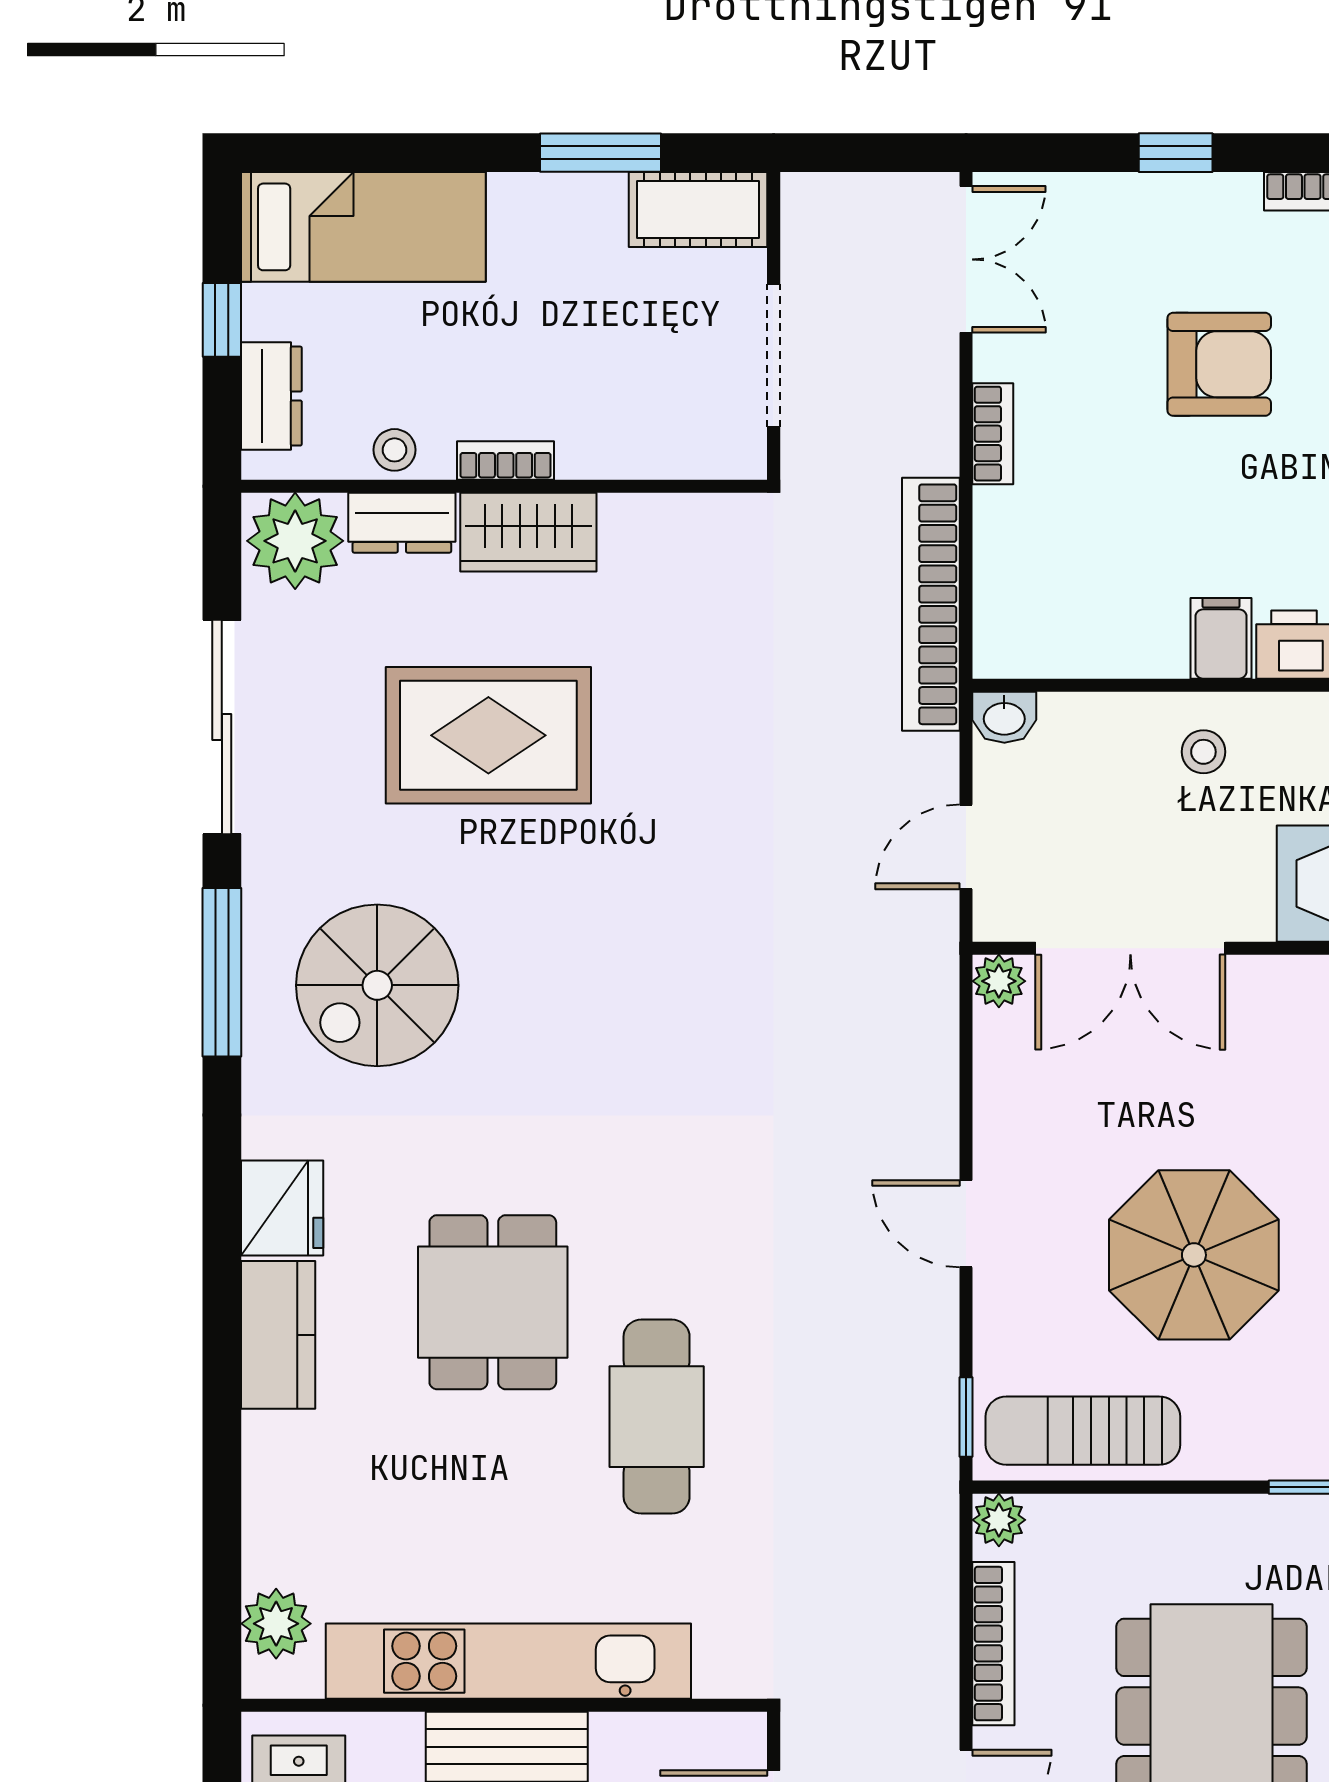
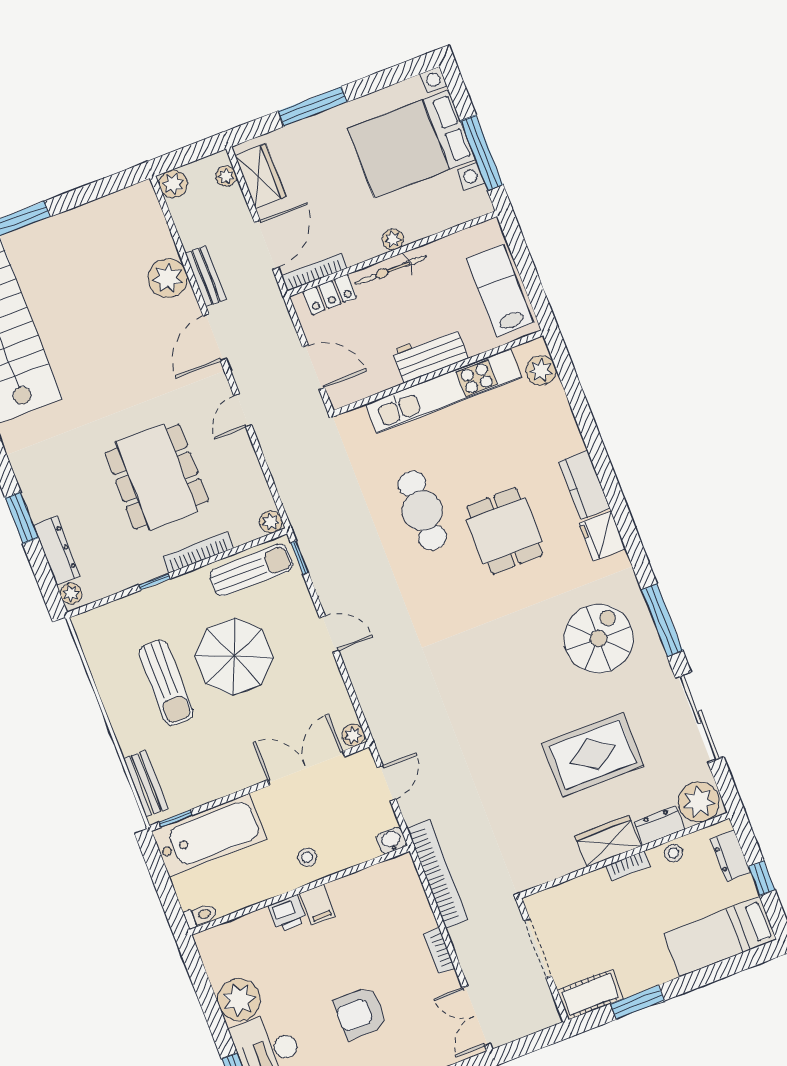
bookcase: (993, 1644) -> (198, 553), moved, turned 90

